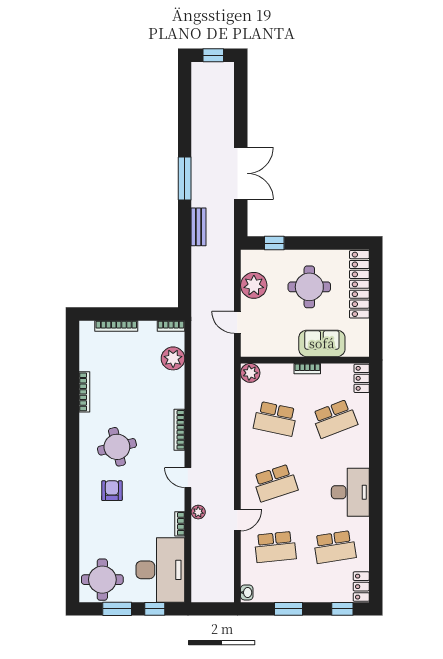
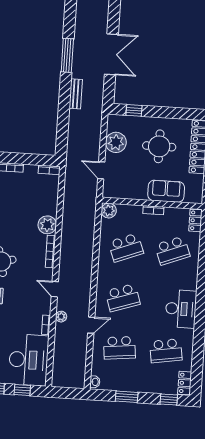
plant: (173, 358) -> (47, 225), moved
school desk: (275, 419) -> (126, 248), turned -33

